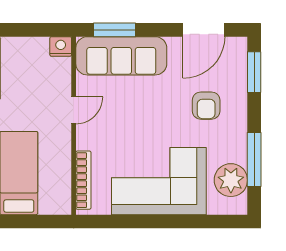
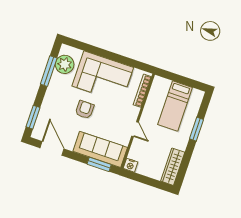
door: (204, 30) -> (52, 148), hinge flipped
armchair: (206, 106) -> (85, 110), moved
door: (74, 110) -> (135, 129), swing flipped

